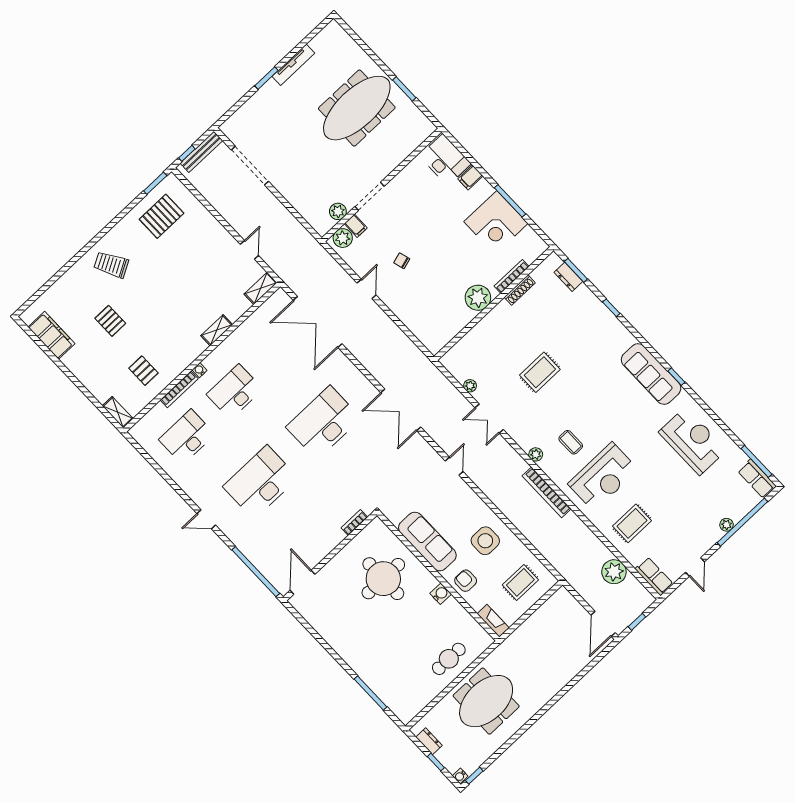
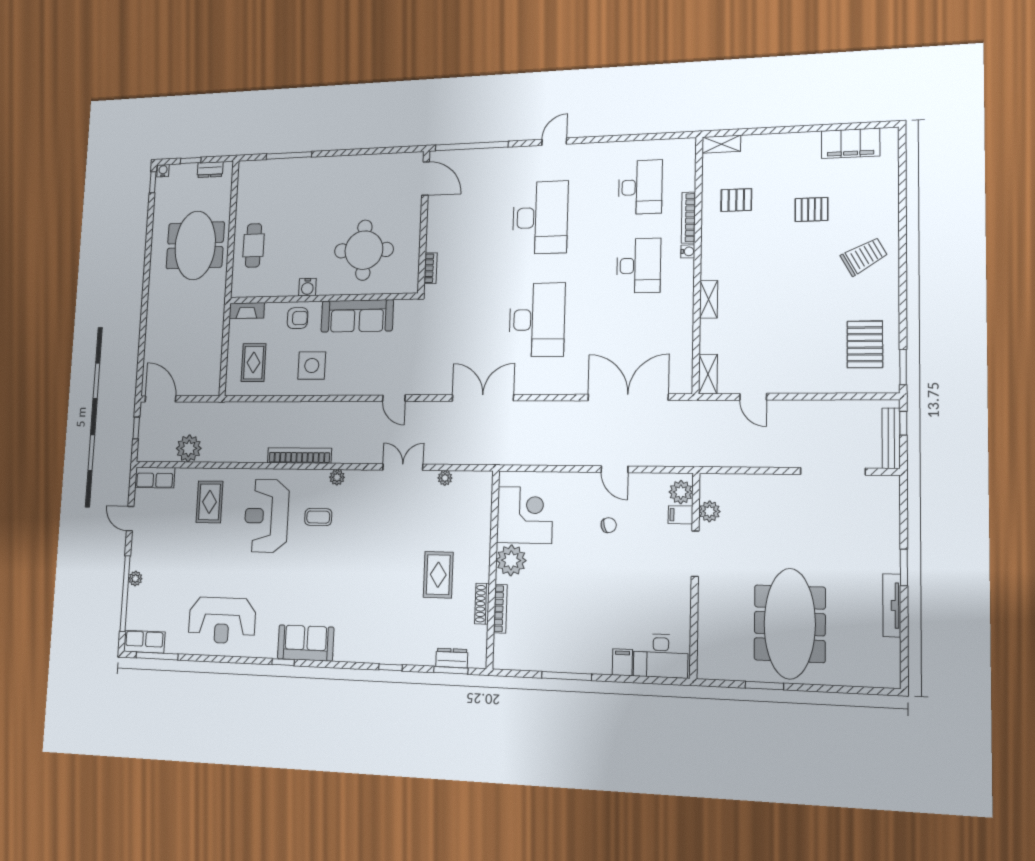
corner desk: (496, 223) -> (525, 515), moved, turned 90
rug: (540, 372) -> (438, 575), moved
sofa: (651, 374) -> (306, 643), width x0.73

